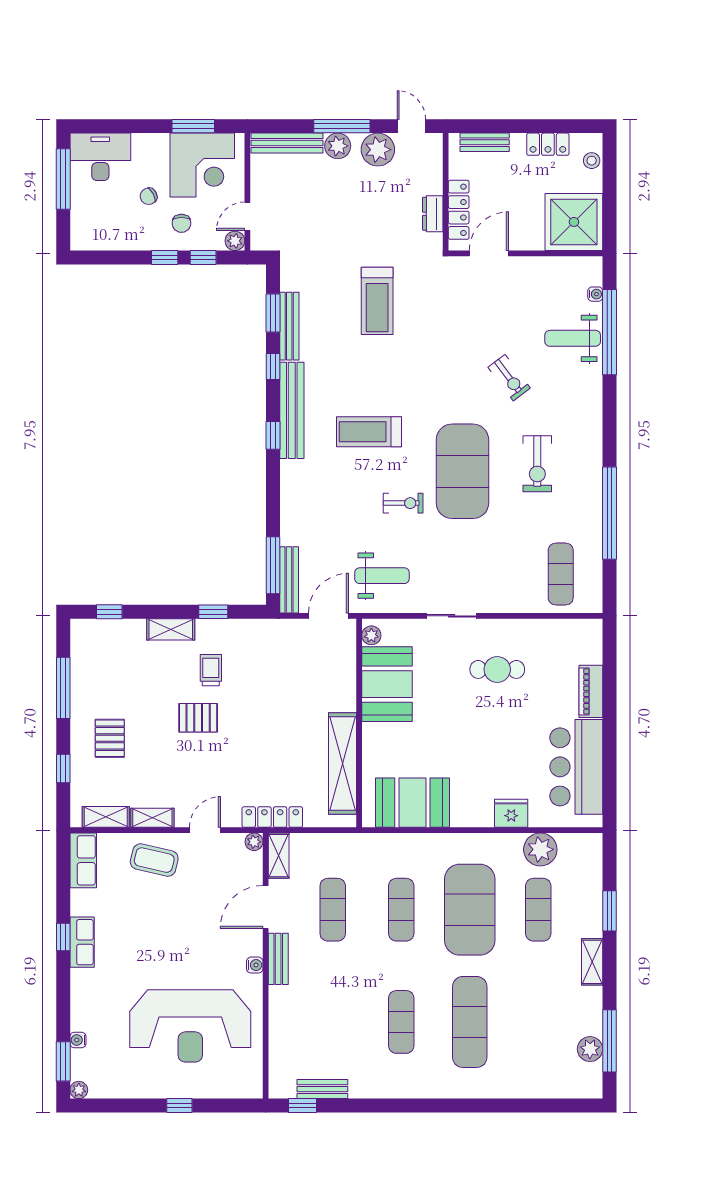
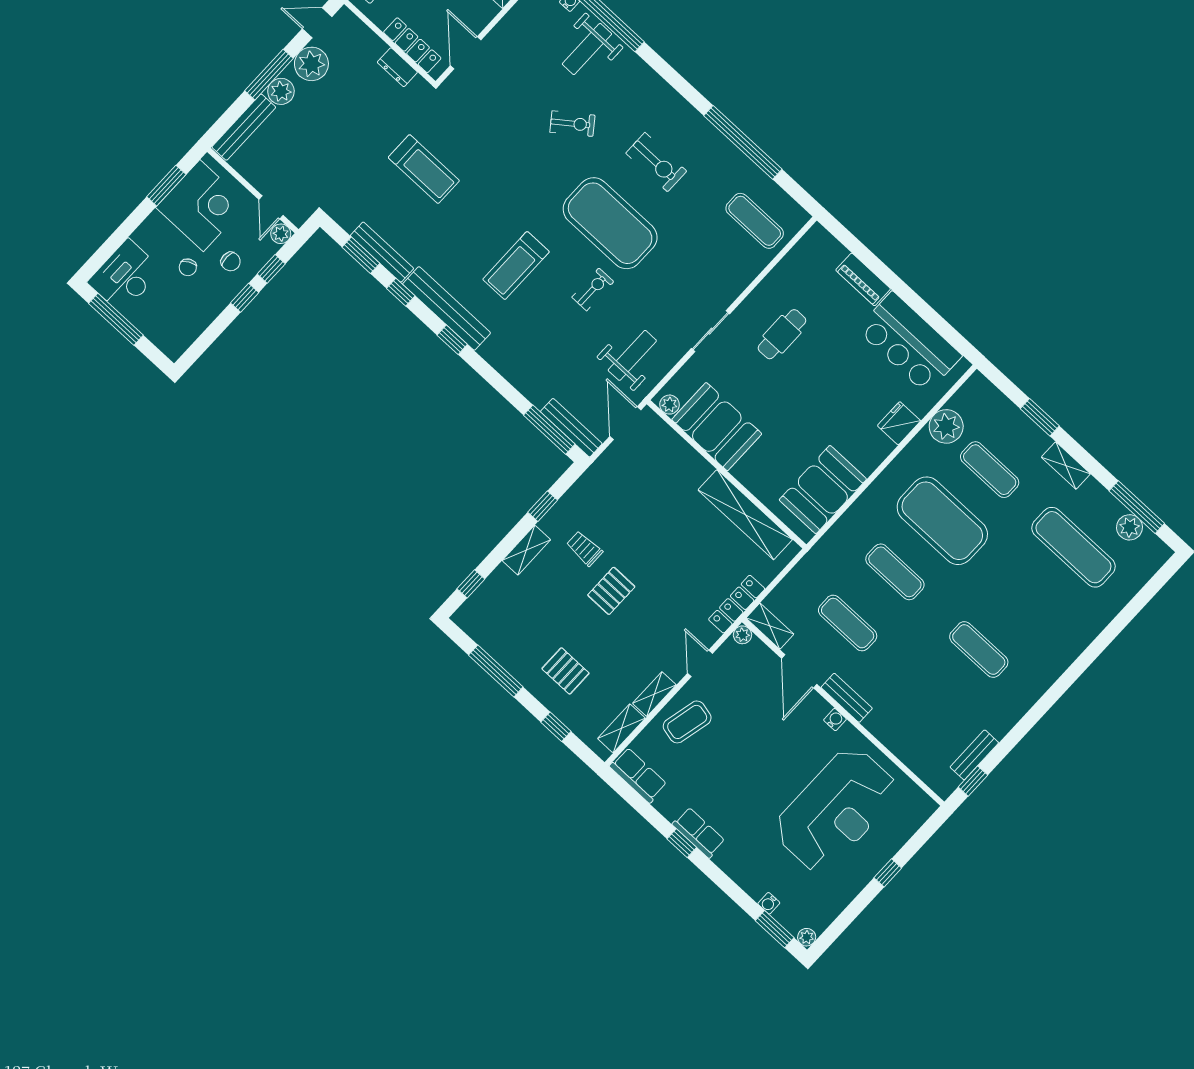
exercise mat: (470, 1022) -> (1073, 547), moved

